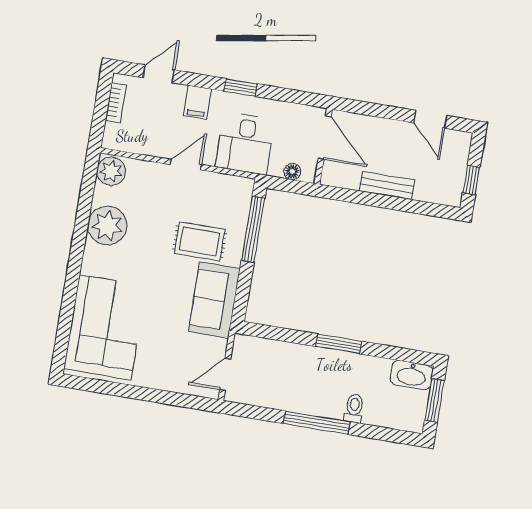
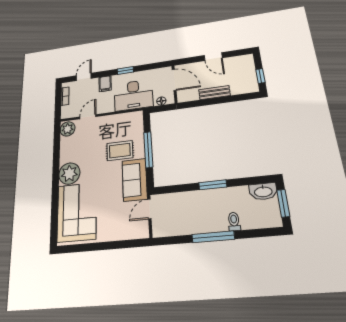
door: (430, 119) -> (213, 57), moved
desk: (245, 143) -> (133, 95), width x1.37
door: (186, 165) -> (88, 117), moved
plant: (107, 226) -> (69, 174), moved
window: (253, 229) -> (148, 150), moved
door: (225, 374) -> (149, 209), moved

